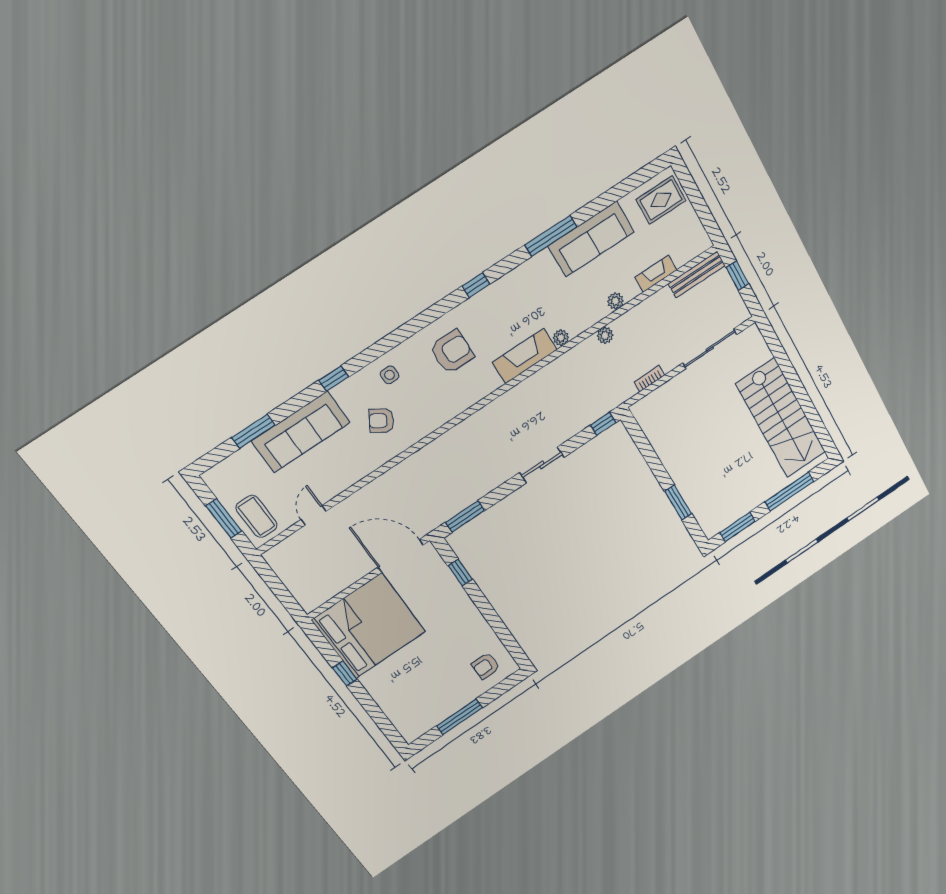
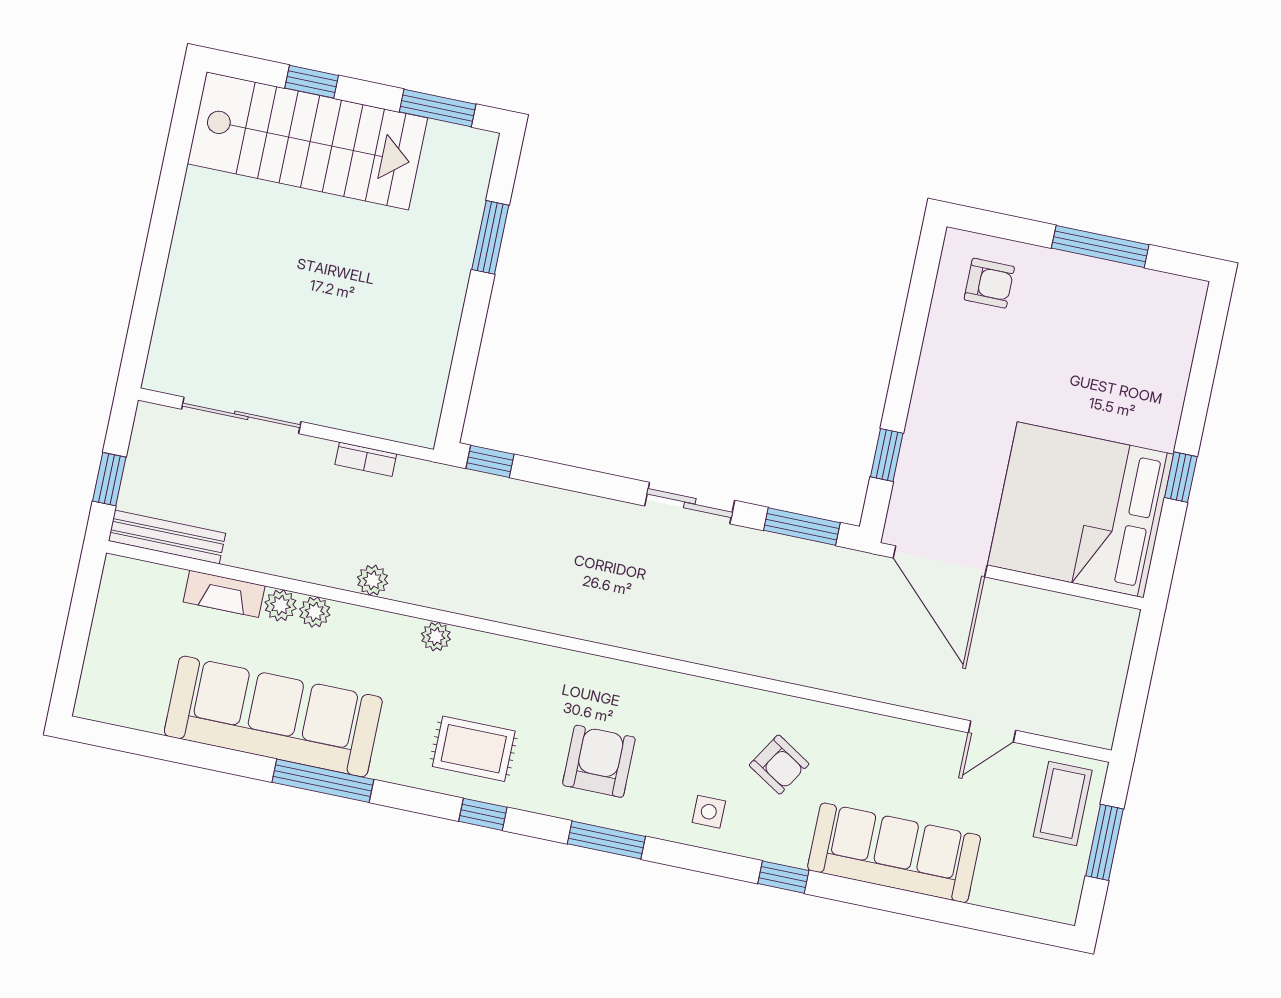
rug: (661, 200) -> (474, 749), moved
sofa: (591, 239) -> (273, 716), width x1.36, depth x1.27
plant: (631, 291) -> (281, 605), added
armchair: (452, 352) -> (599, 761), turned 90
fireplace: (525, 356) -> (508, 661), removed
stairs: (781, 418) -> (307, 141), moved, turned 90
window: (253, 431) -> (606, 840), moved
sliding door: (542, 465) -> (690, 503), moved
window: (789, 492) -> (312, 82), width x0.46

